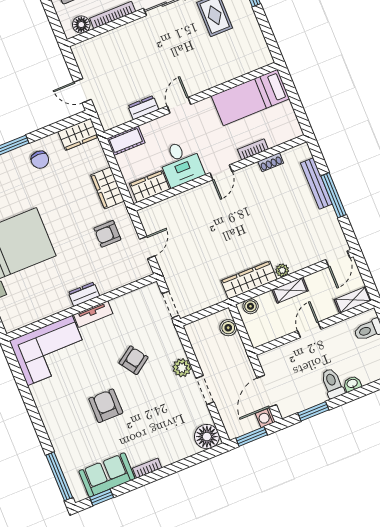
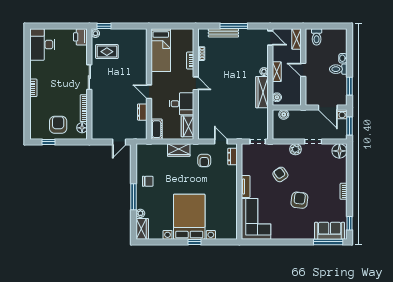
wardrobe: (78, 134) -> (142, 154), removed
dresser: (84, 294) -> (232, 157), moved
armchair: (106, 406) -> (299, 200), turned 97
sofa: (107, 475) -> (330, 231), moved, turned 90

